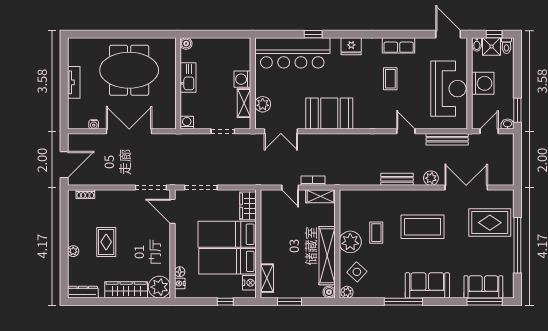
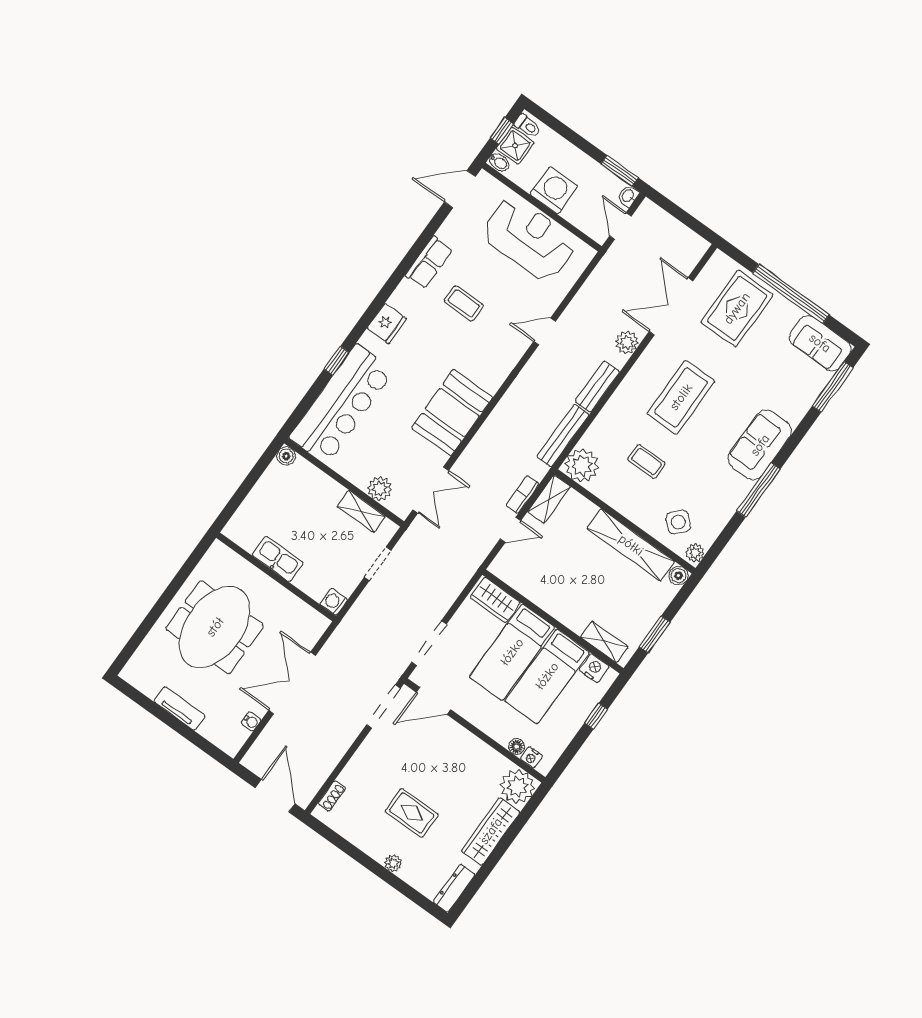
boiler: (186, 44) -> (286, 456), moved
washing machine: (242, 79) -> (329, 492), removed
bench: (447, 139) -> (563, 436), moved
plant: (350, 242) -> (582, 465), moved
sofa: (483, 287) -> (820, 343), moved, turned -90

